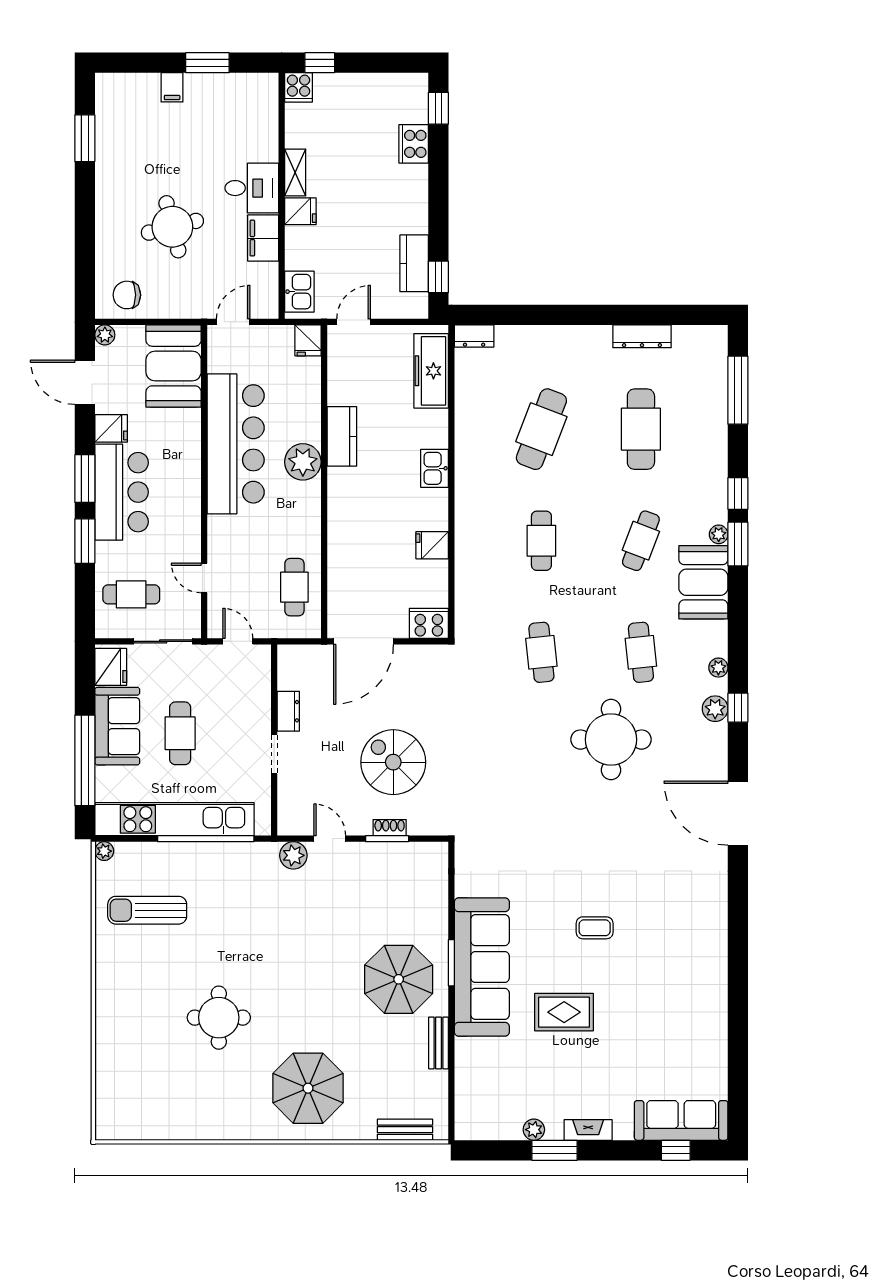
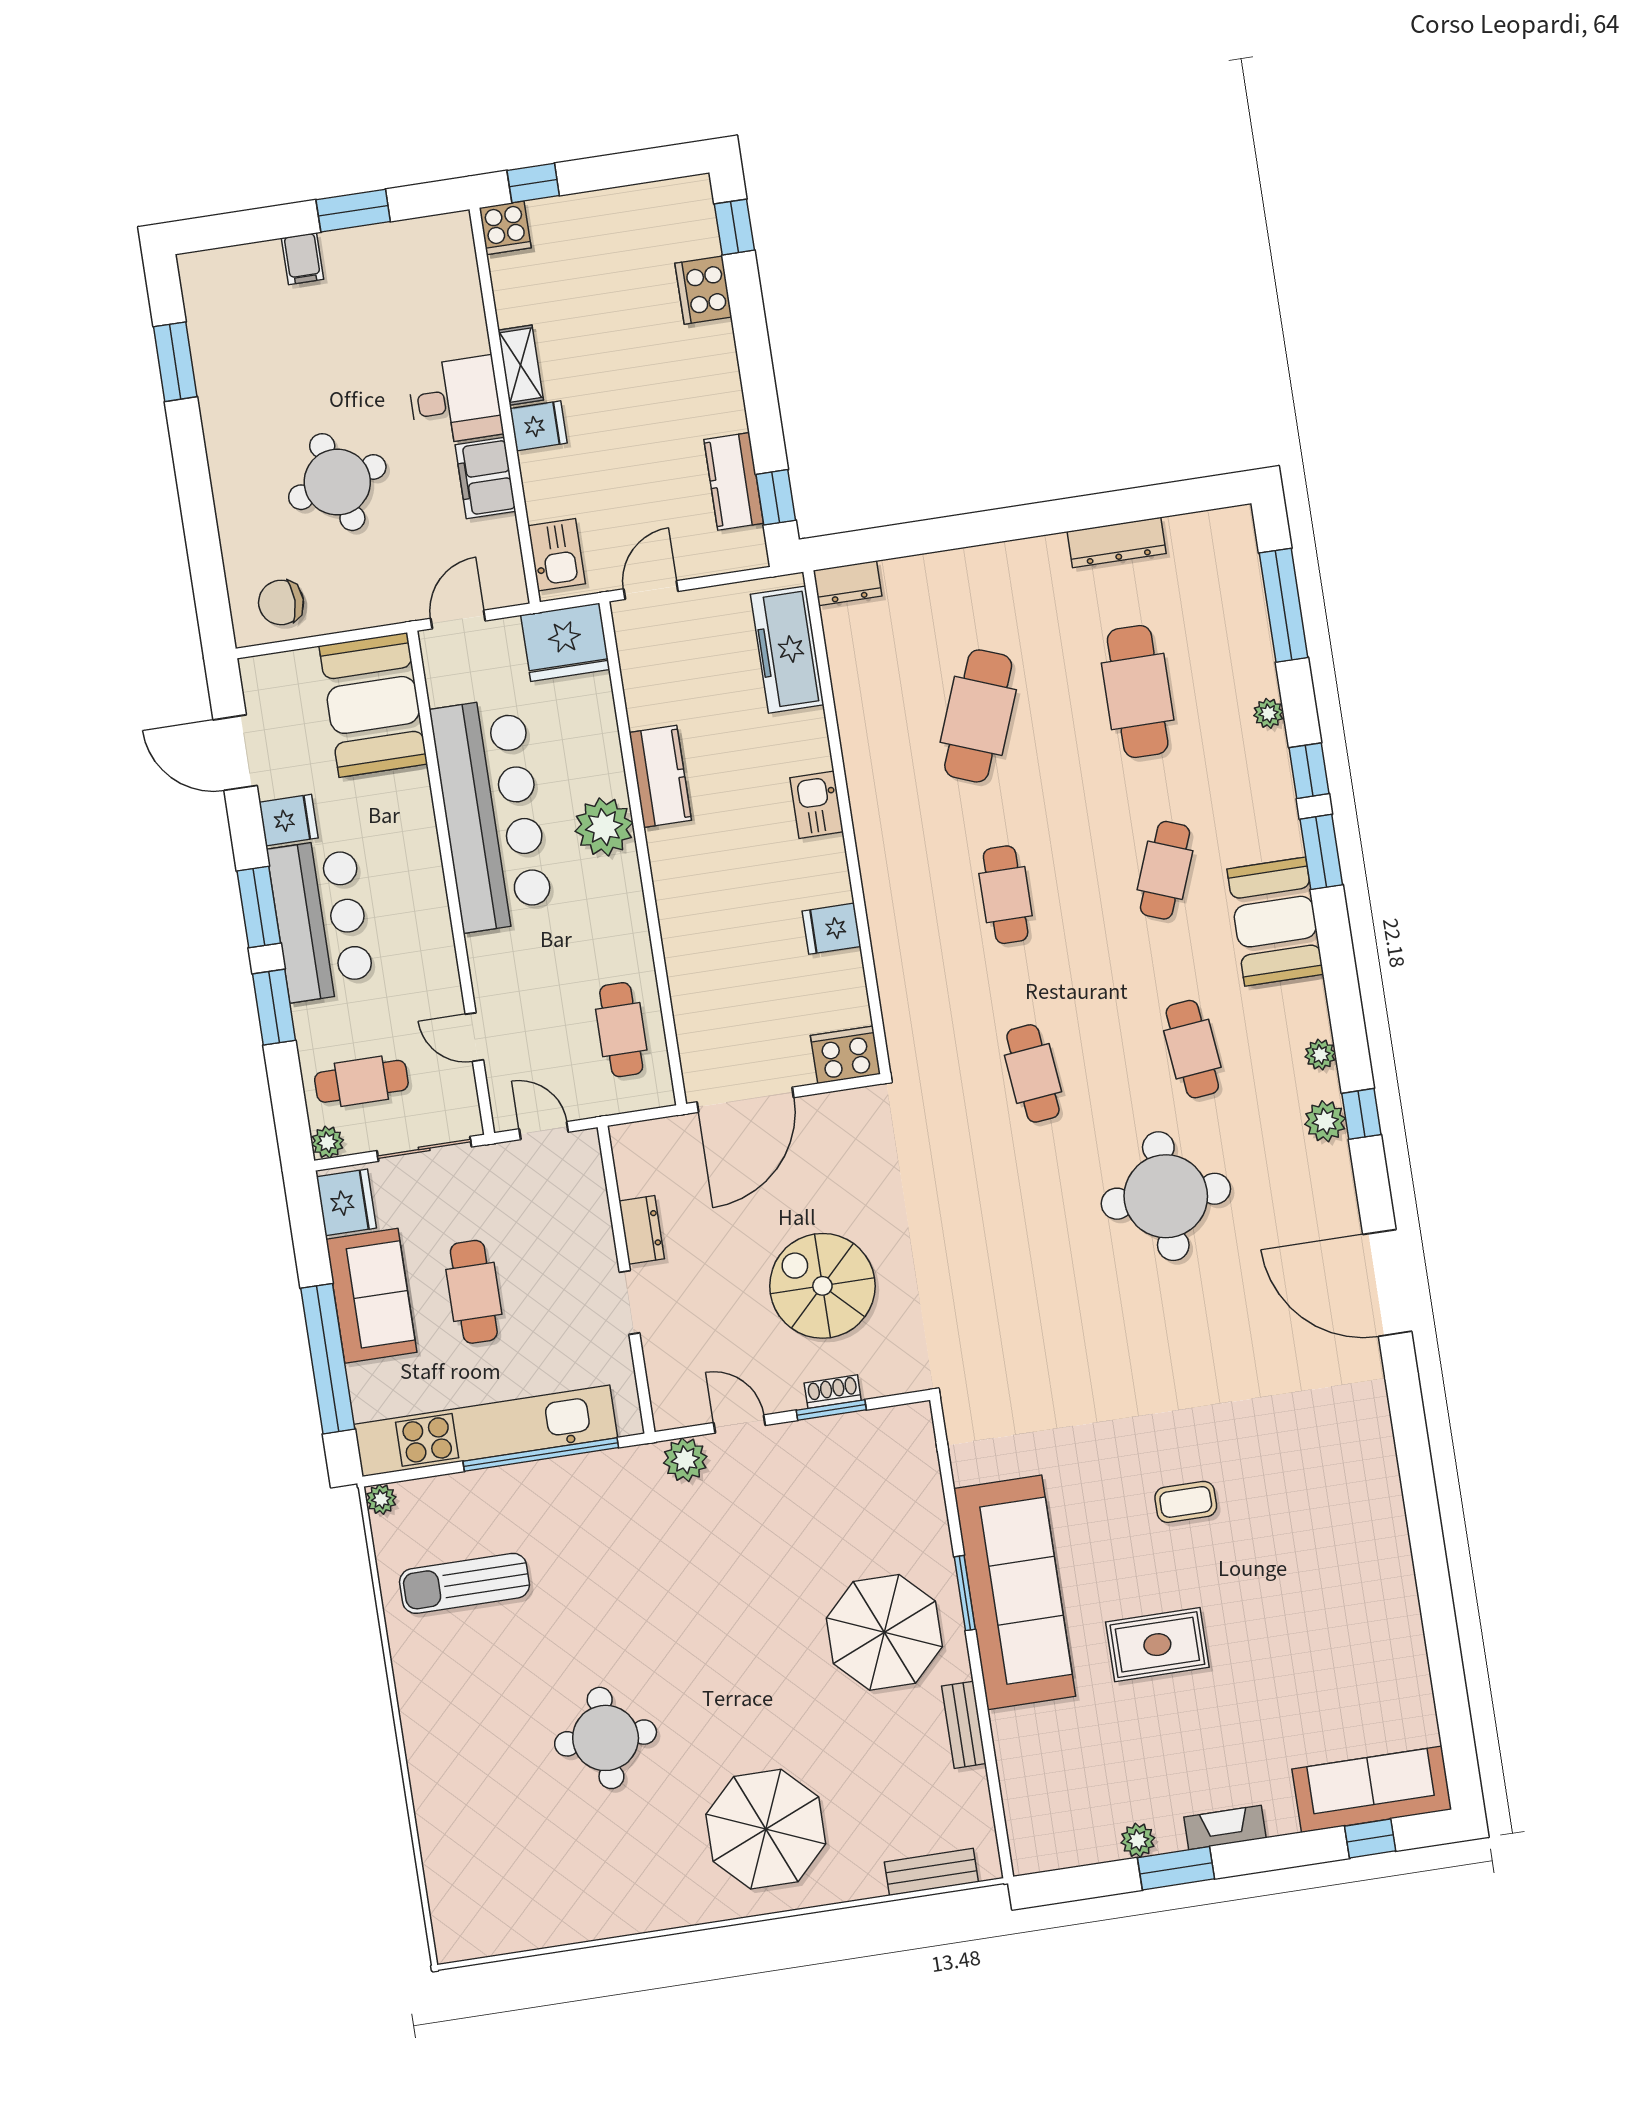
plant: (105, 335) -> (328, 1142), moved
fridge: (308, 340) -> (565, 642), width x1.88, depth x1.34
plant: (719, 534) -> (1269, 713), moved

